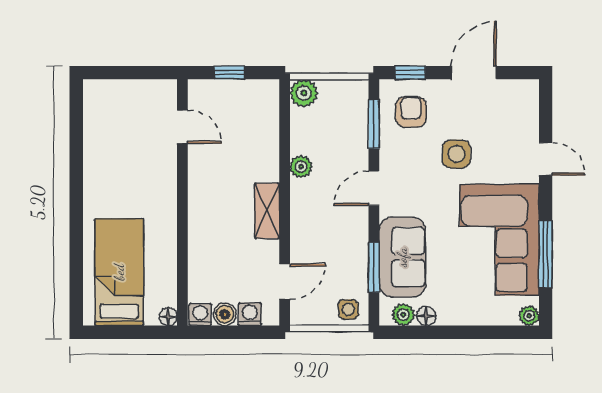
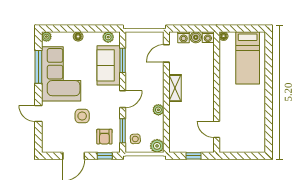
side table: (348, 309) -> (135, 139), moved
floor lamp: (426, 316) -> (78, 36), moved

